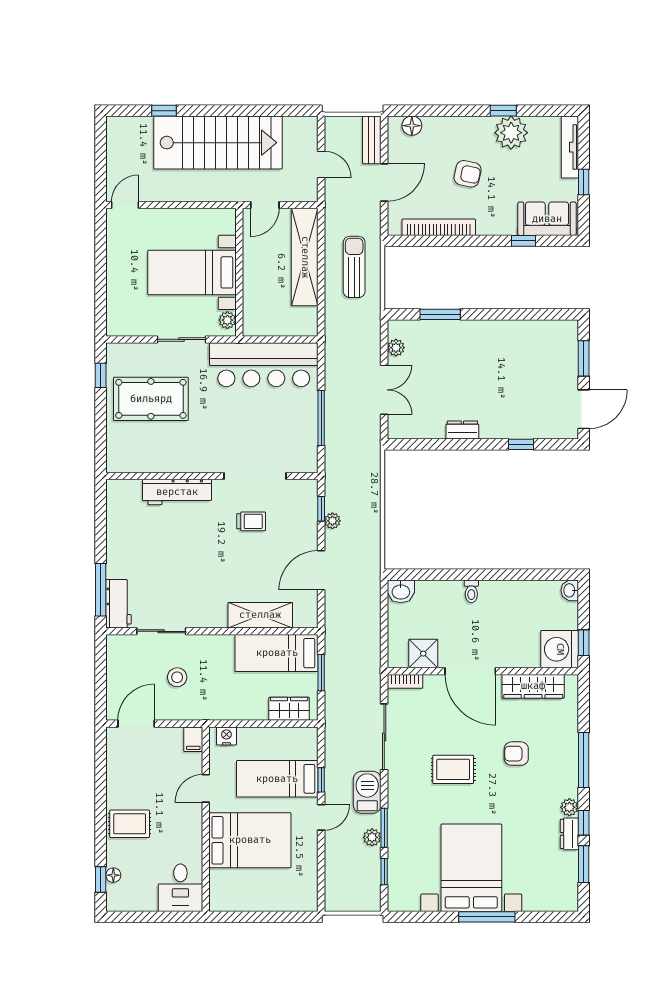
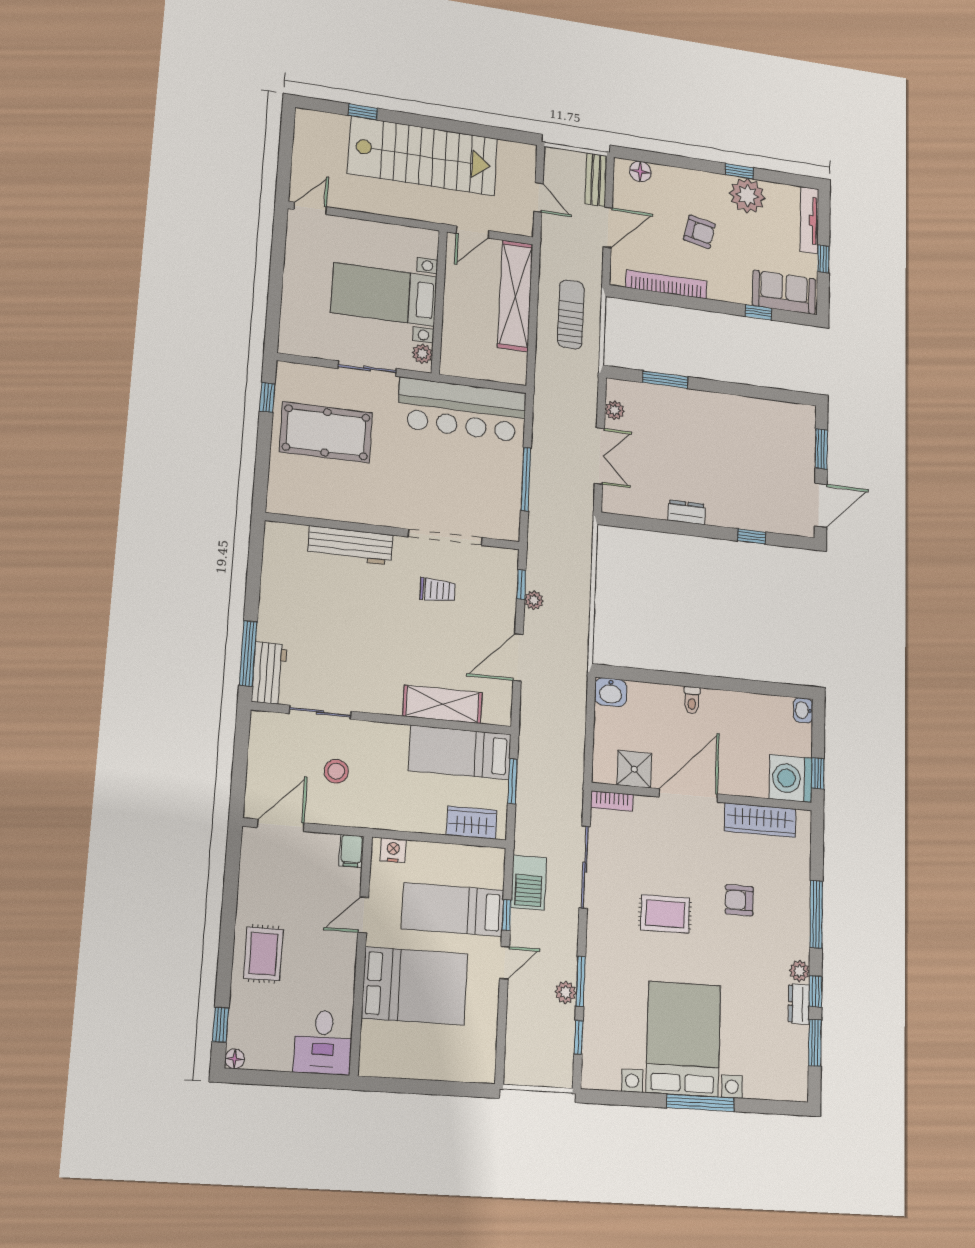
door: (470, 671) -> (688, 795), swing flipped
barbecue: (367, 792) -> (529, 883), moved, turned 180
rug: (130, 824) -> (263, 954), turned 90
floor lamp: (113, 875) -> (235, 1059), moved

